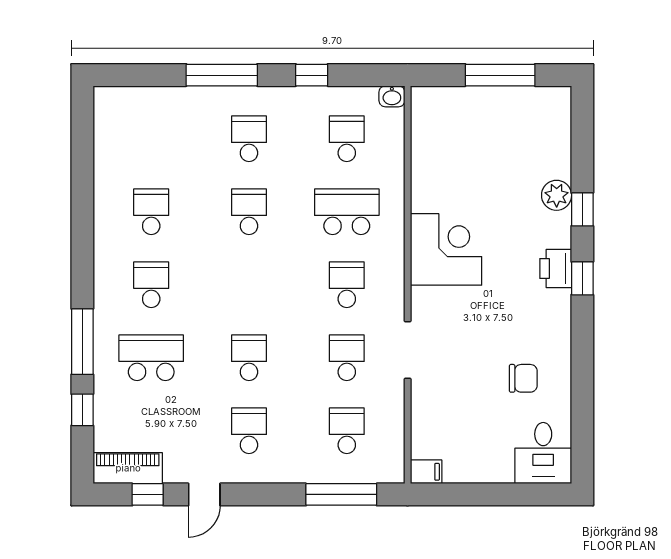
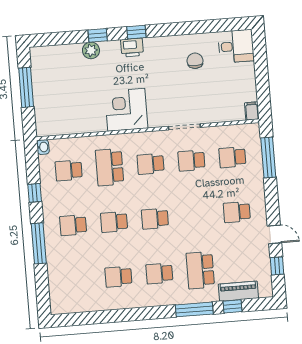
school desk: (249, 358) -> (155, 219), moved
piano: (128, 468) -> (238, 291), moved, turned 90

